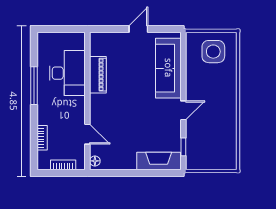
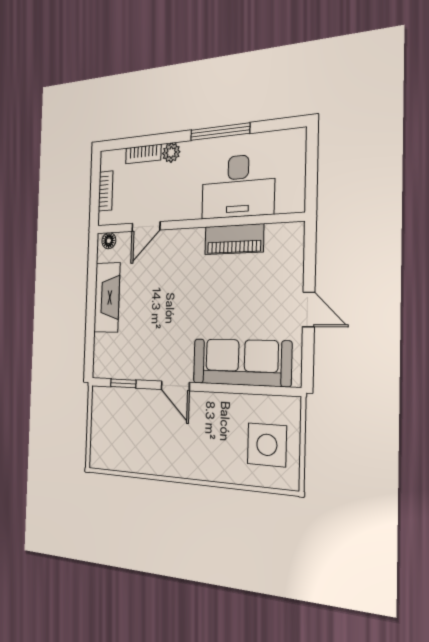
plant: (43, 118) -> (171, 153), added
fireplace: (159, 161) -> (107, 297), moved

